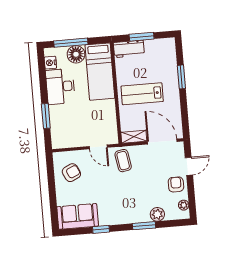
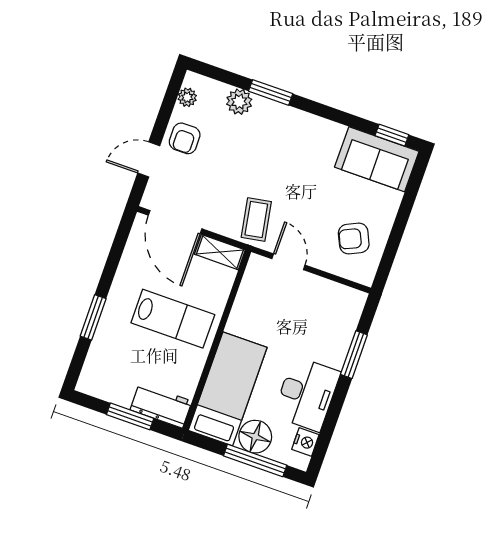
window: (101, 229) -> (392, 135), moved

